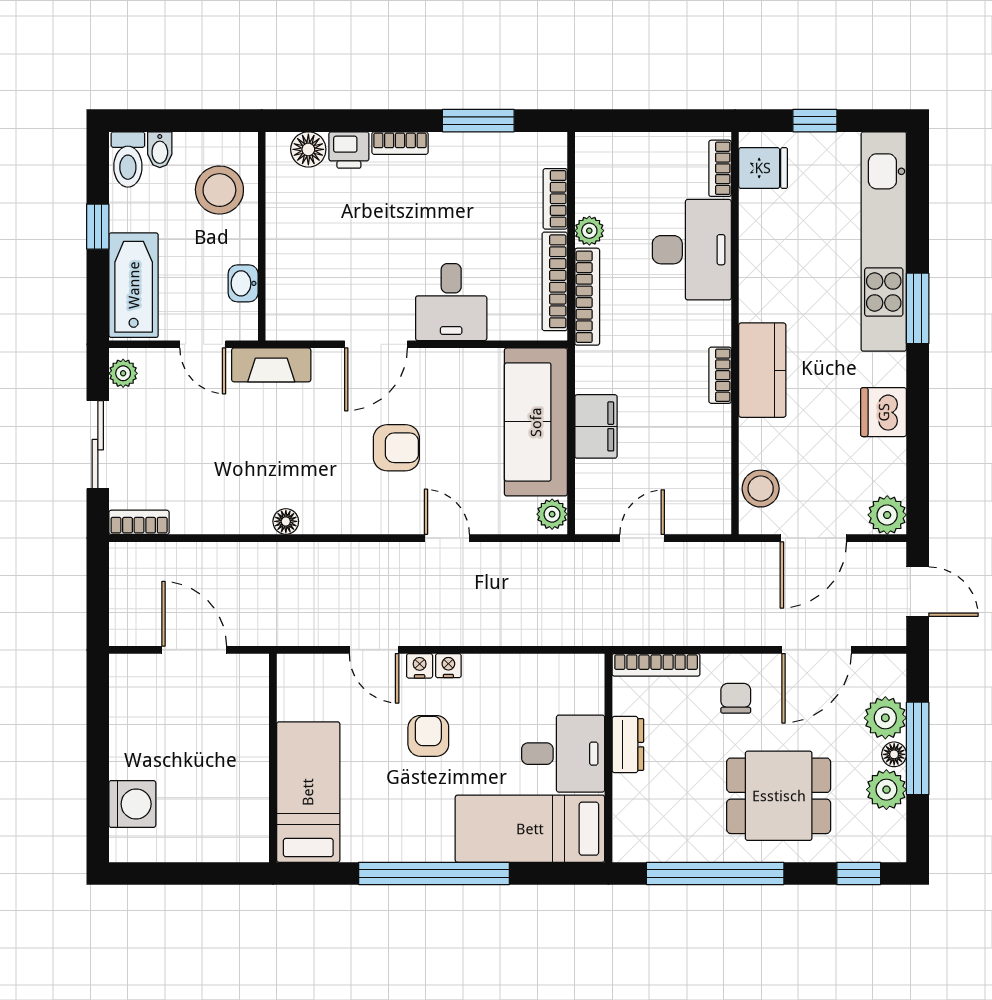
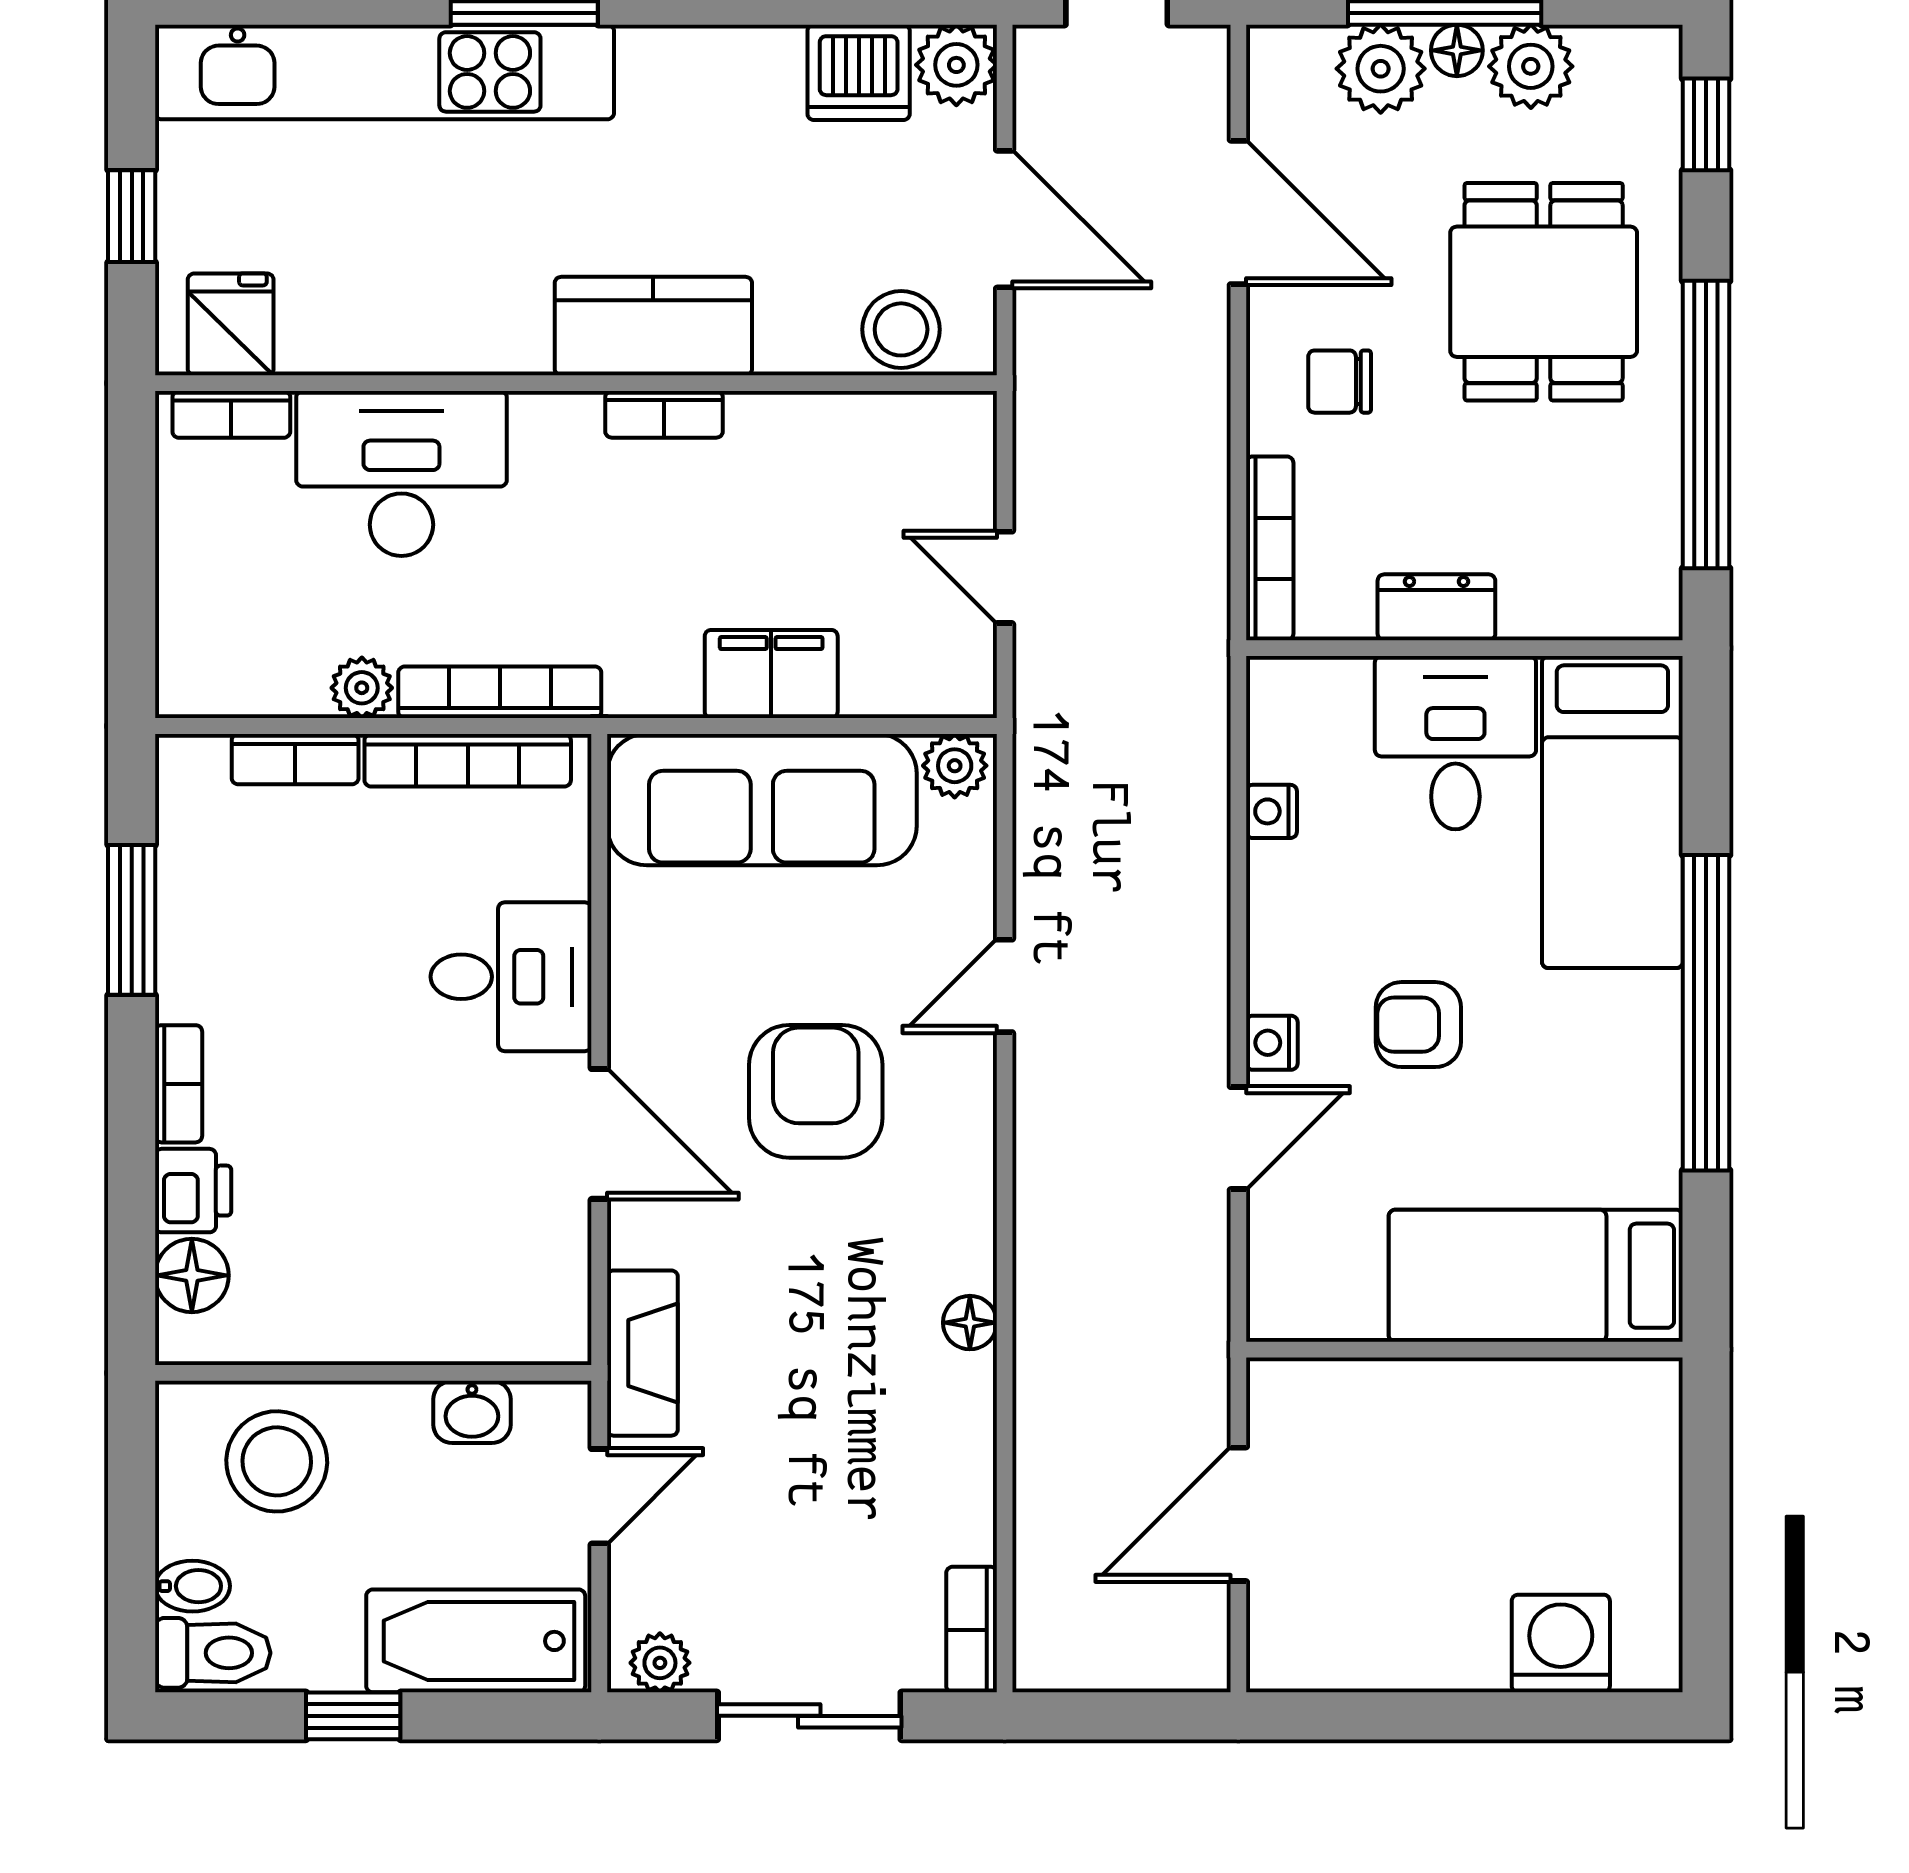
dishwasher: (884, 412) -> (859, 72), moved
armchair: (396, 448) -> (816, 1091), width x1.38, depth x1.38
nightstand: (448, 666) -> (1271, 811), moved

